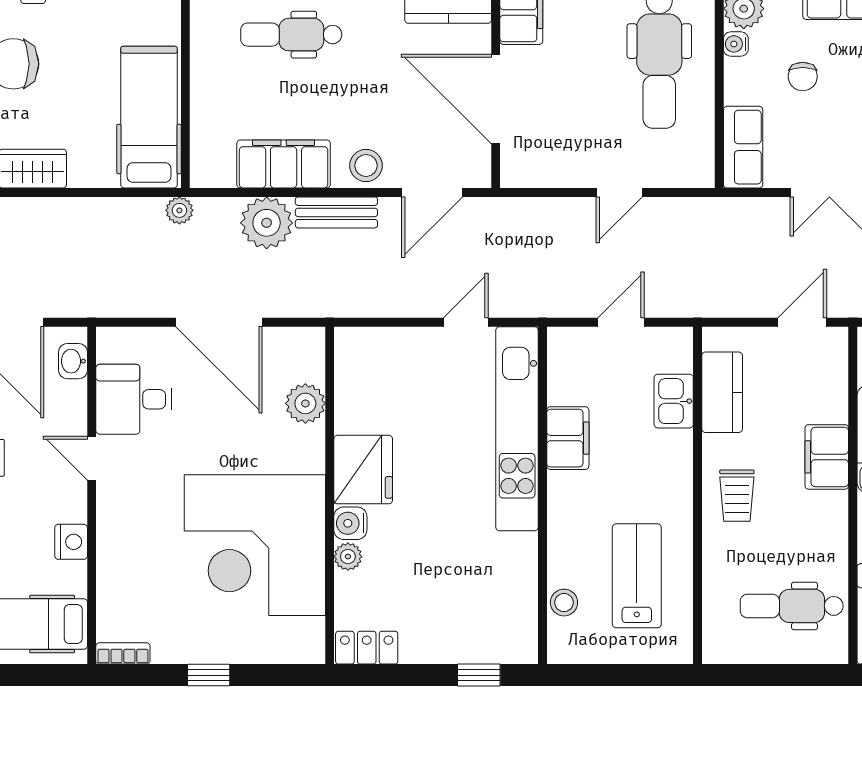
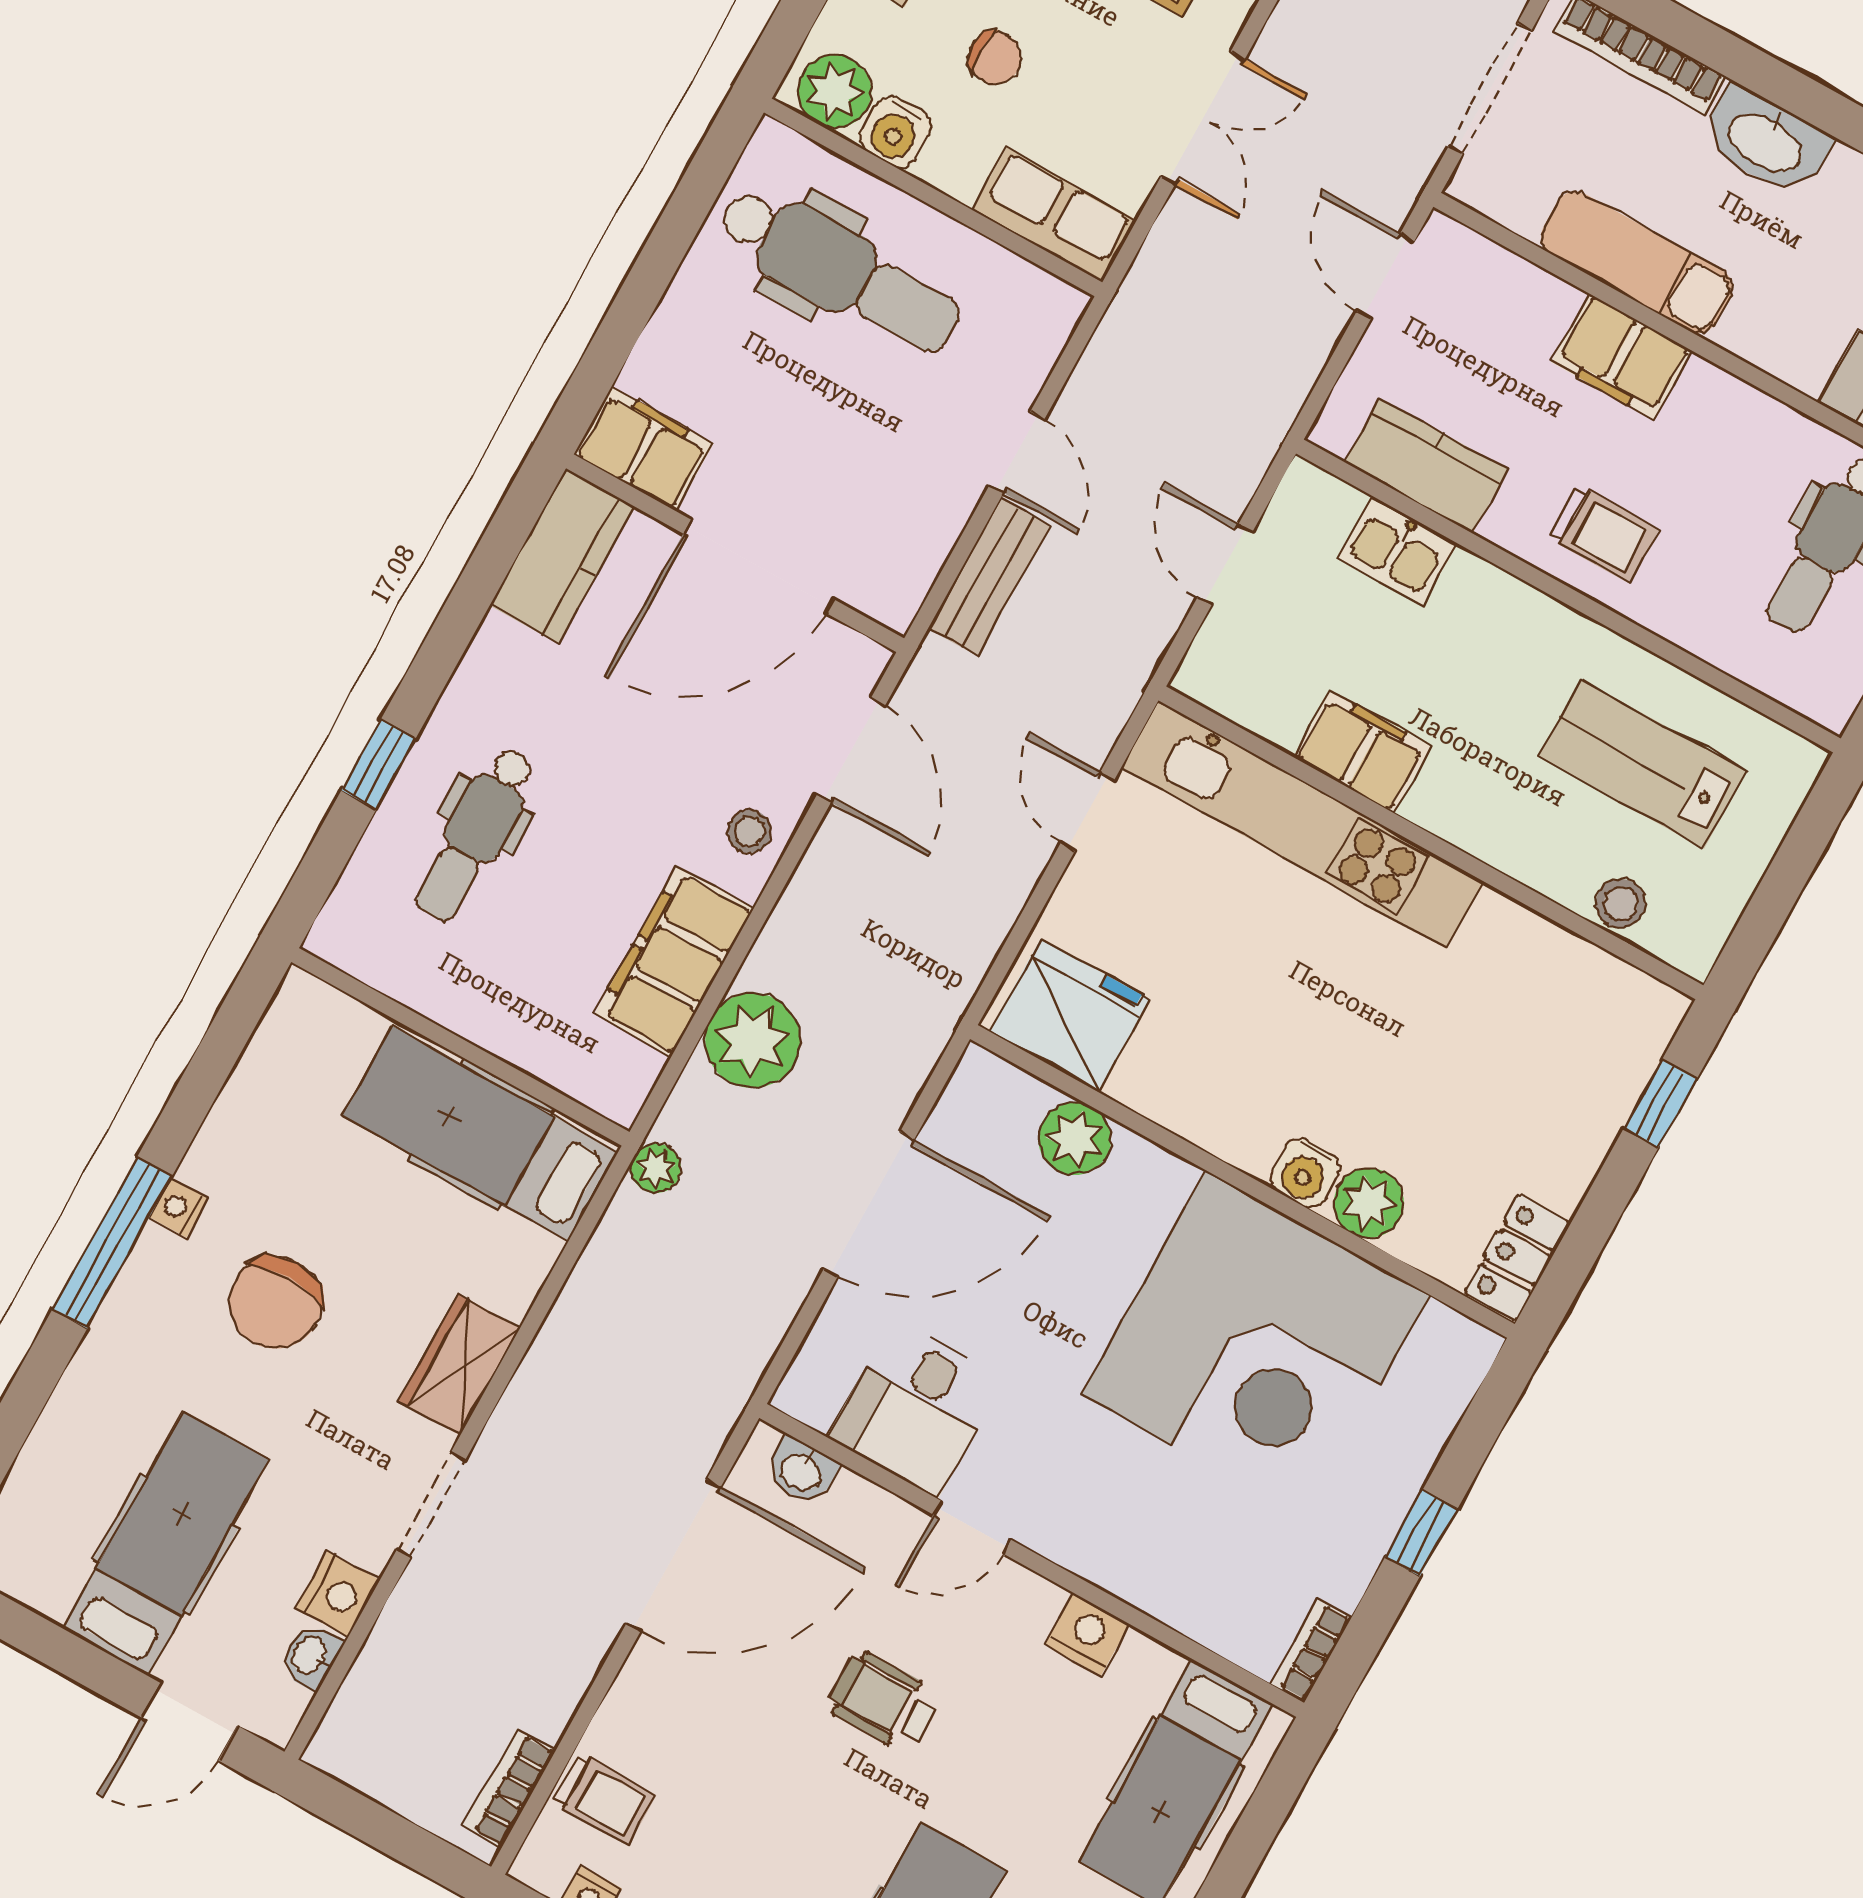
water cooler: (736, 44) -> (895, 132), width x1.38, depth x1.38
stool: (366, 166) -> (750, 831), width x0.73, depth x0.73
bench: (336, 212) -> (989, 577), moved
fridge: (363, 470) -> (1070, 1016), moved
plant: (348, 557) -> (1369, 1203), width x1.38, depth x1.38

